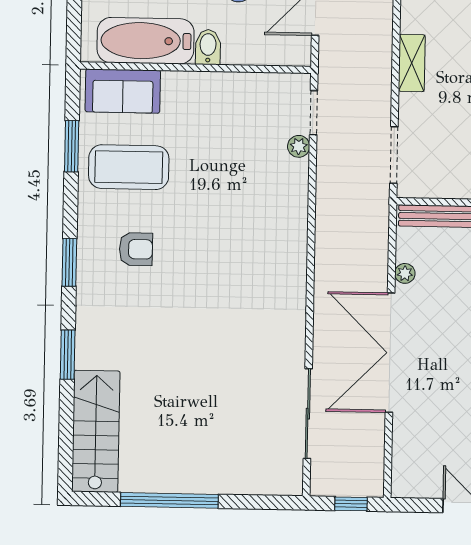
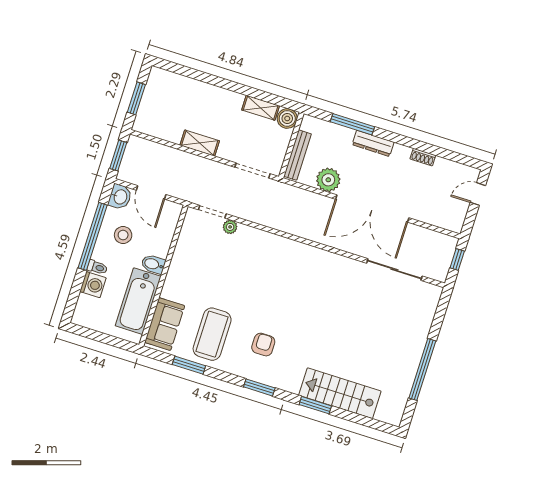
plant: (405, 273) -> (328, 180), width x1.88, depth x1.88
stairs: (96, 431) -> (340, 393), moved

